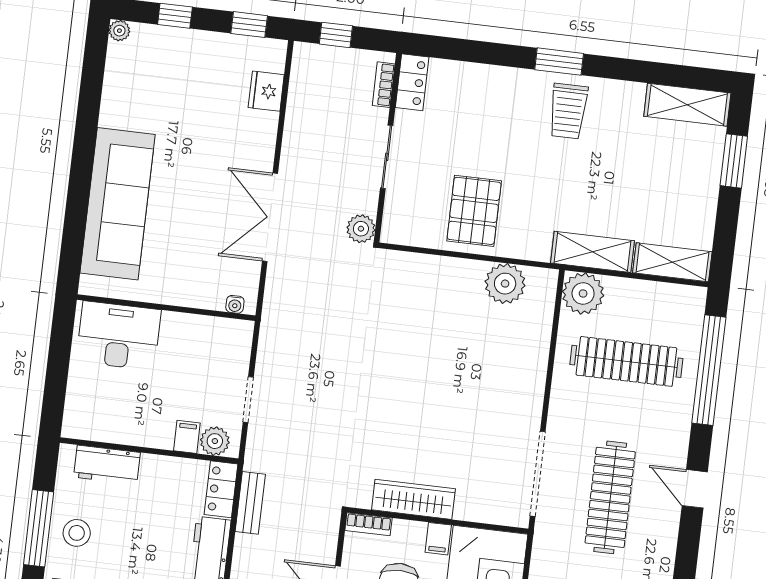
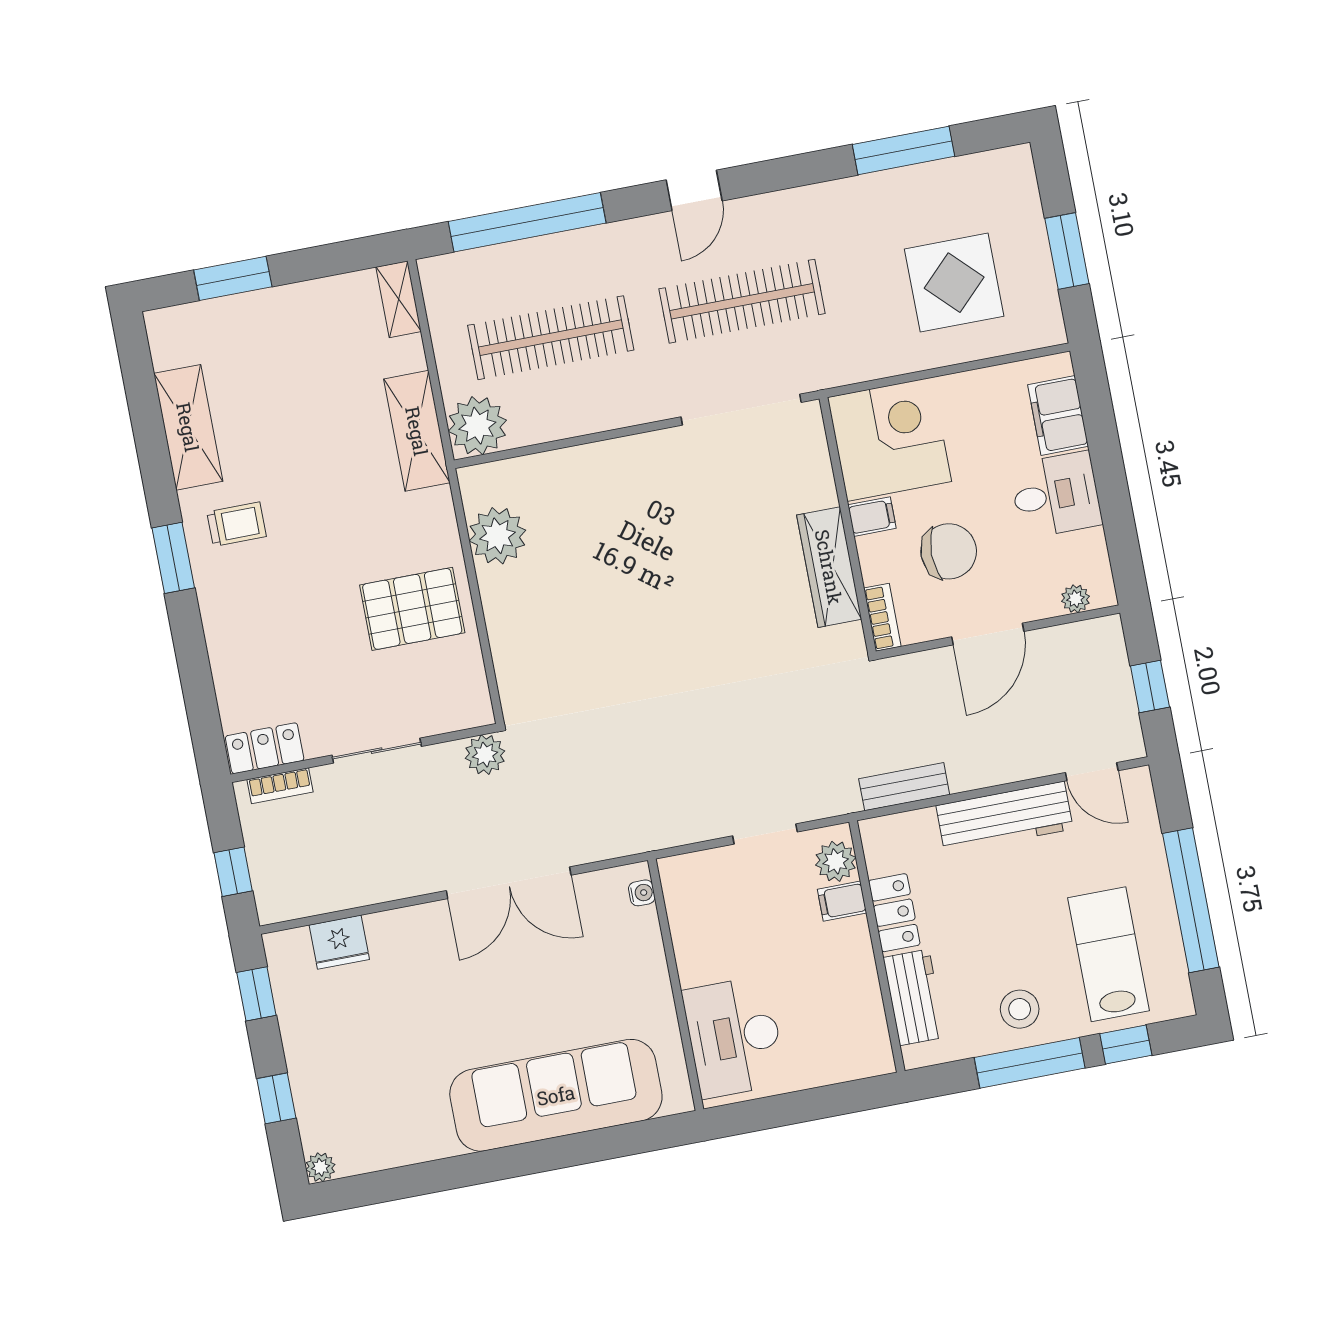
shelving: (687, 105) -> (188, 427), moved
trolley: (568, 111) -> (237, 524), width x0.73, depth x0.72
shelving: (672, 262) -> (399, 299), width x0.67, depth x0.75
clothes rail: (626, 361) -> (551, 338), turned 90
locker: (221, 489) -> (894, 913), moved, turned -90

